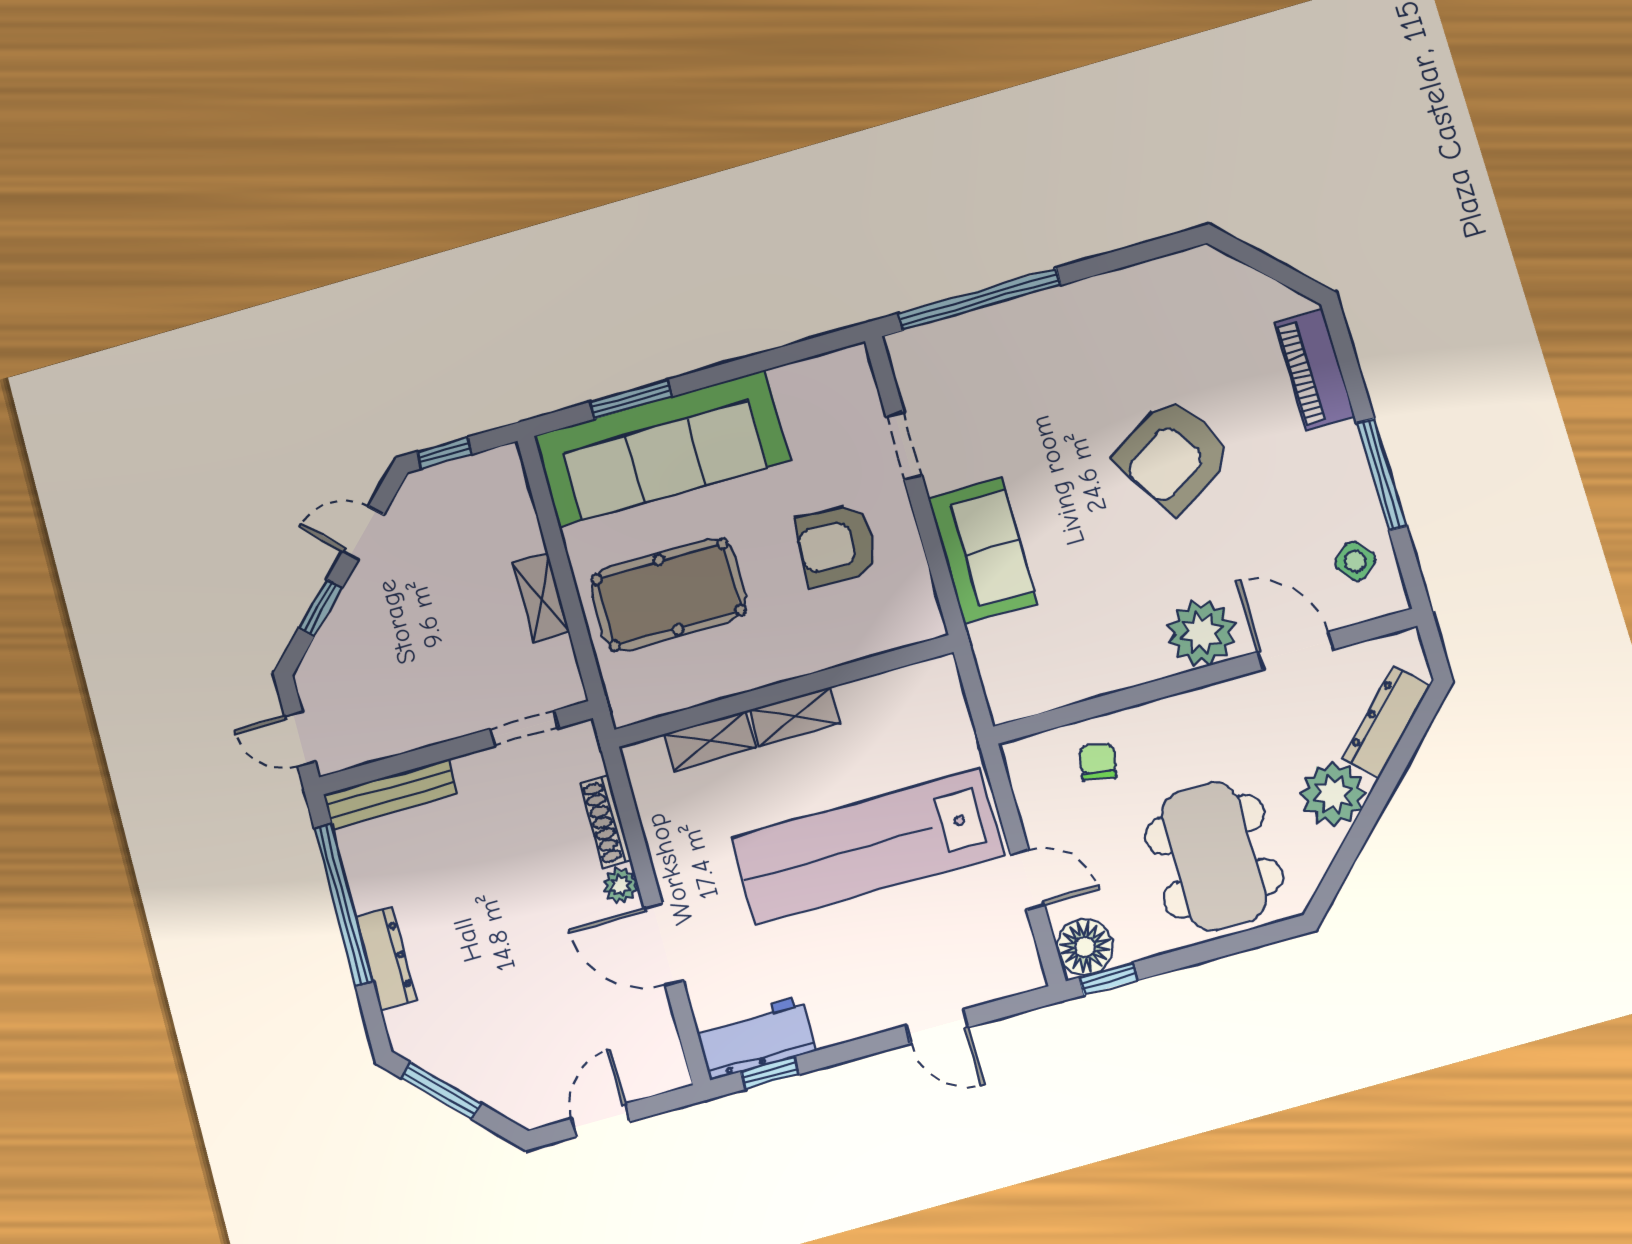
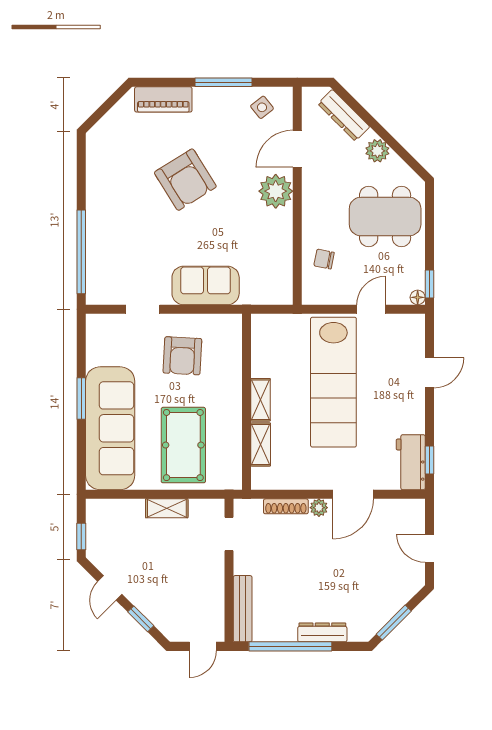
window: (631, 399) -> (81, 399), moved
plant: (1333, 794) -> (377, 151), width x0.73, depth x0.73
floor lamp: (1085, 947) -> (418, 297), width x0.53, depth x0.53

